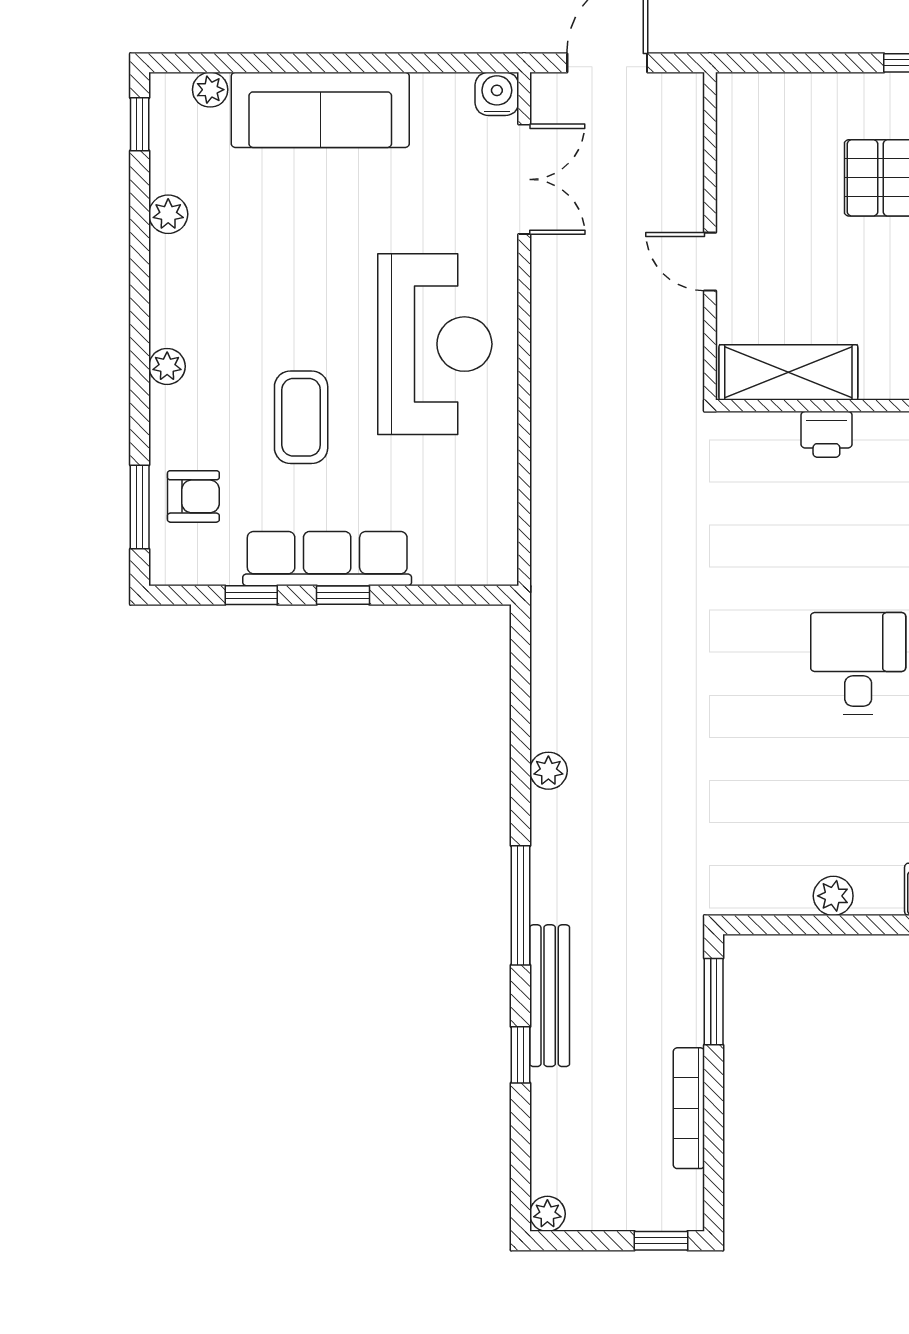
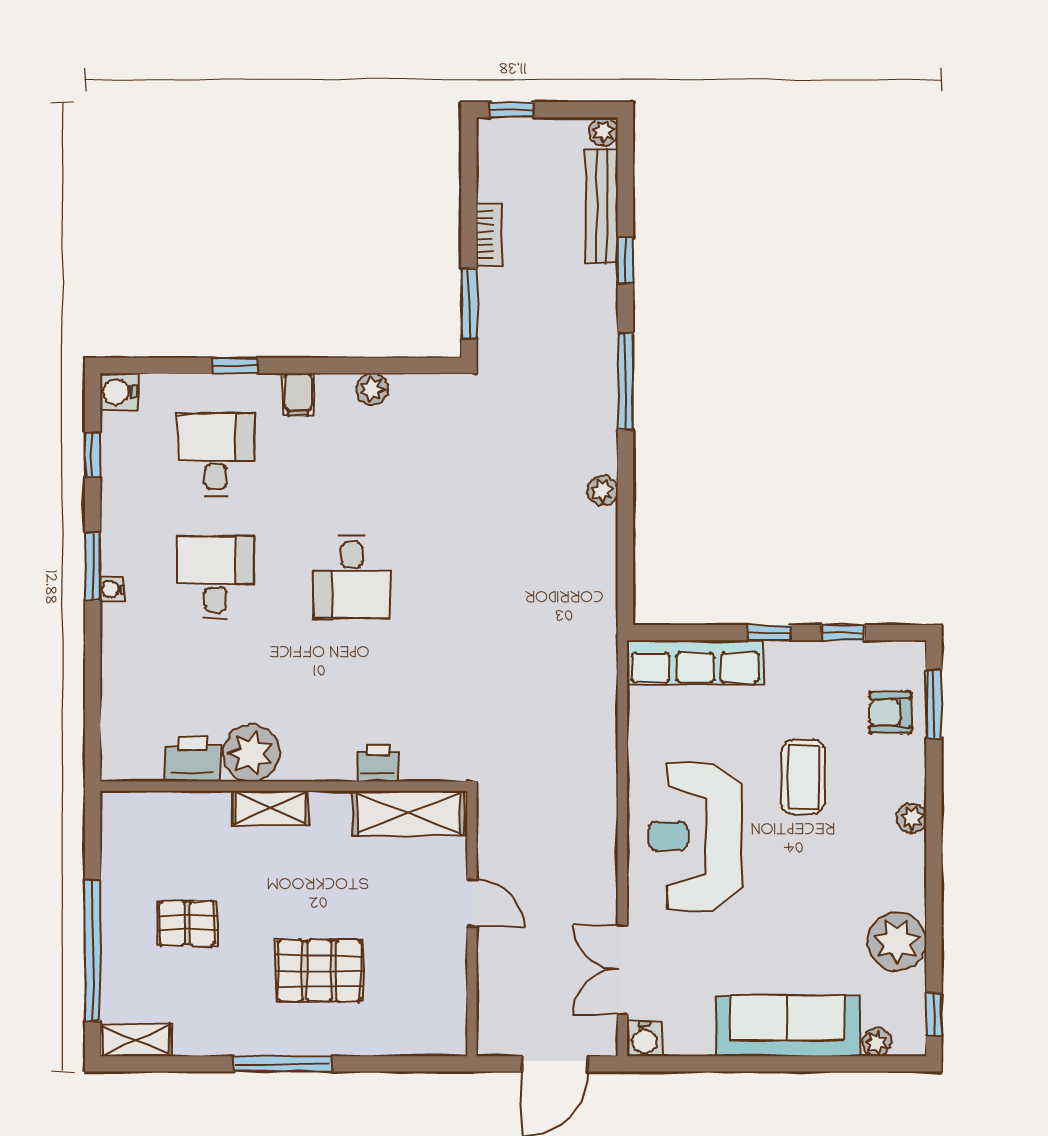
plant: (168, 214) -> (897, 941), width x1.87, depth x1.87
row of seats: (327, 559) -> (695, 662), moved
bench: (550, 996) -> (602, 206), moved
bookcase: (689, 1108) -> (489, 235), width x0.64

